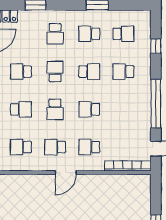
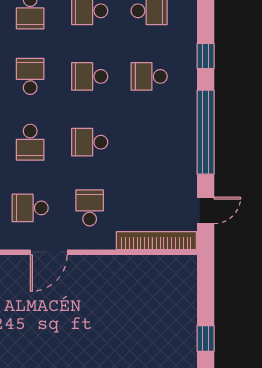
window: (156, 46) -> (206, 56), moved
school desk: (89, 72) -> (90, 76), turned 180
school desk: (89, 147) -> (90, 208), turned 90

